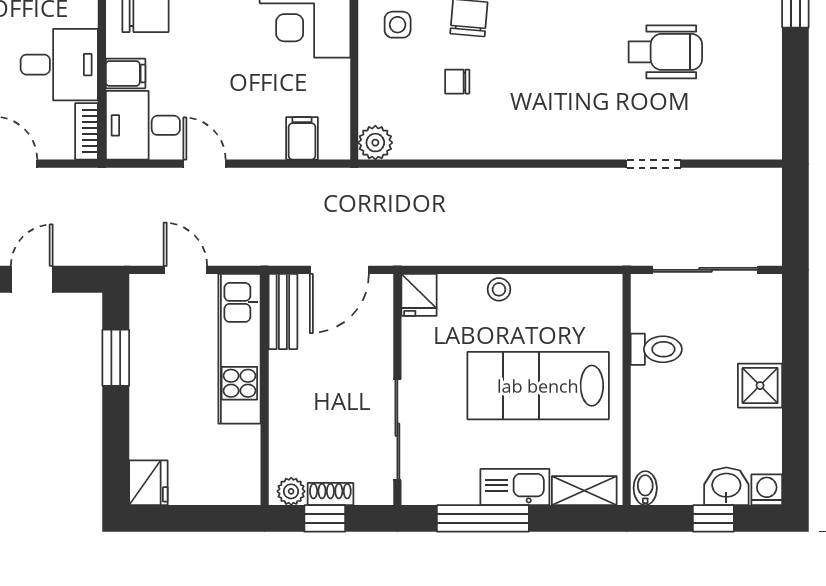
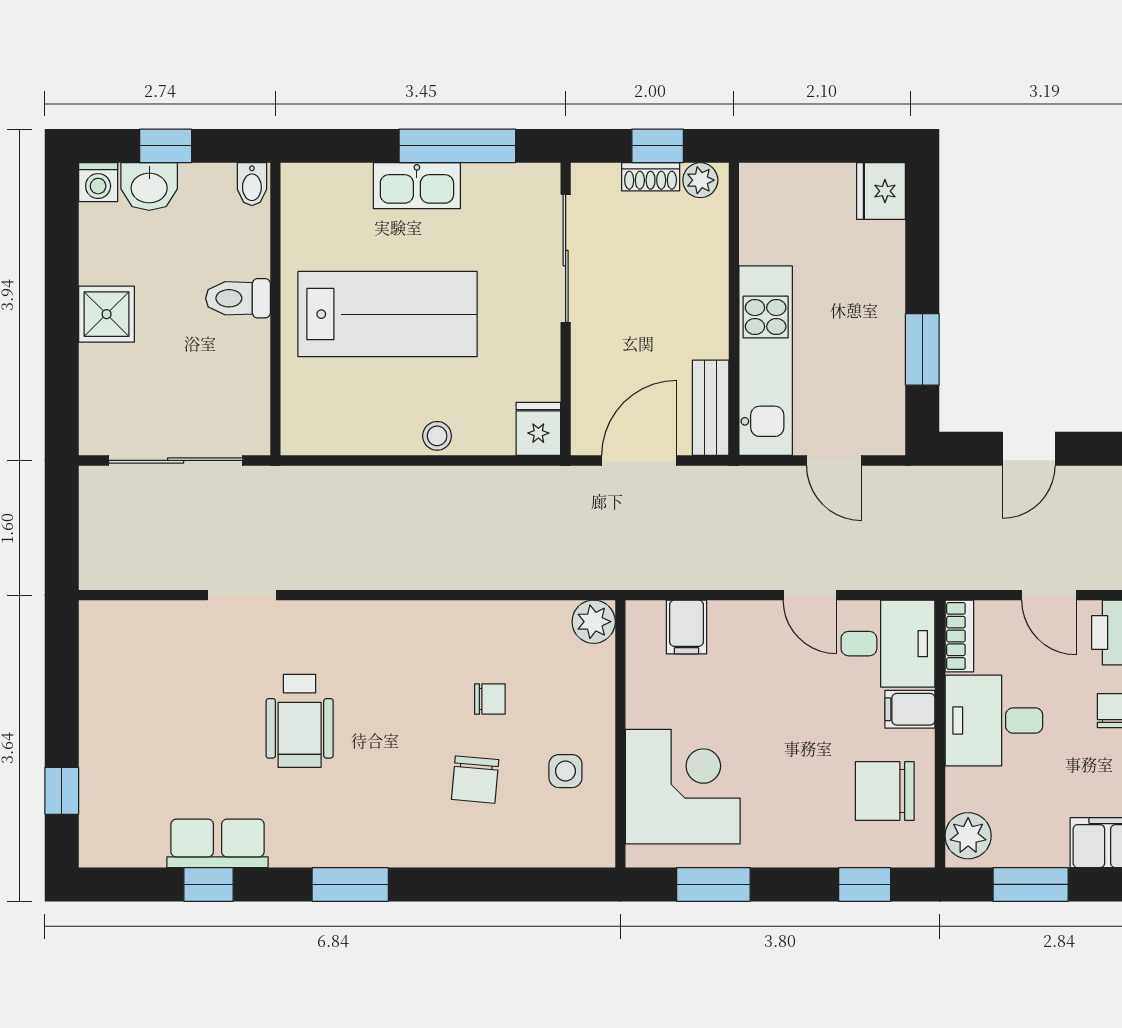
wheelchair: (665, 52) -> (300, 721), moved, turned -90
toilet: (656, 349) -> (238, 298), moved
shelving: (584, 491) -> (329, 181), removed

